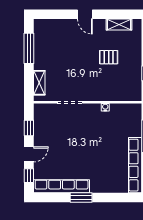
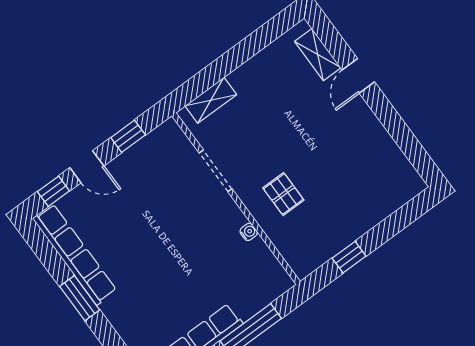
door: (85, 14) -> (358, 76), moved
shelving: (119, 25) -> (318, 55), moved
window: (29, 48) -> (253, 44), removed
pallet: (109, 57) -> (283, 194), moved

